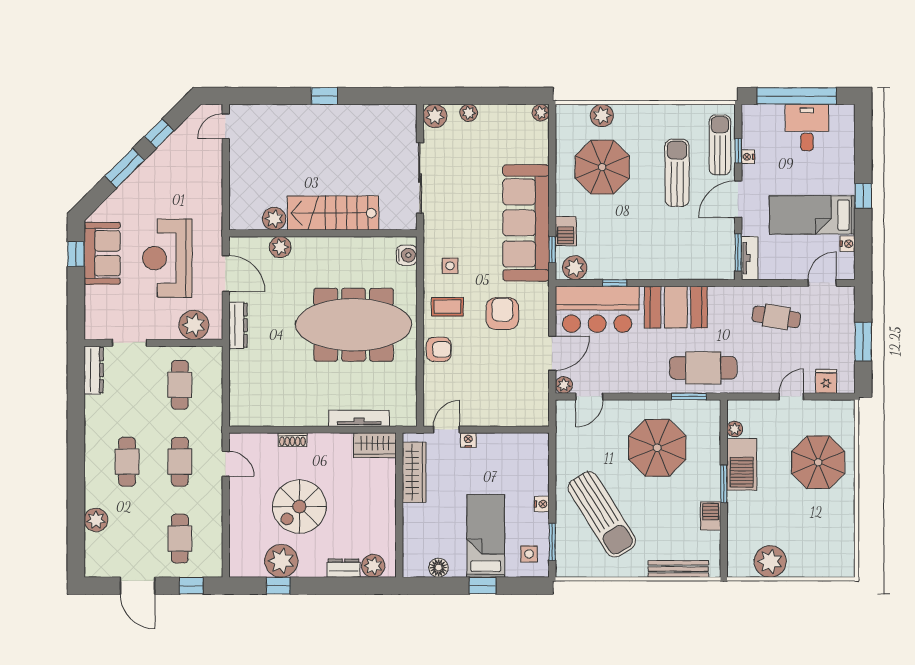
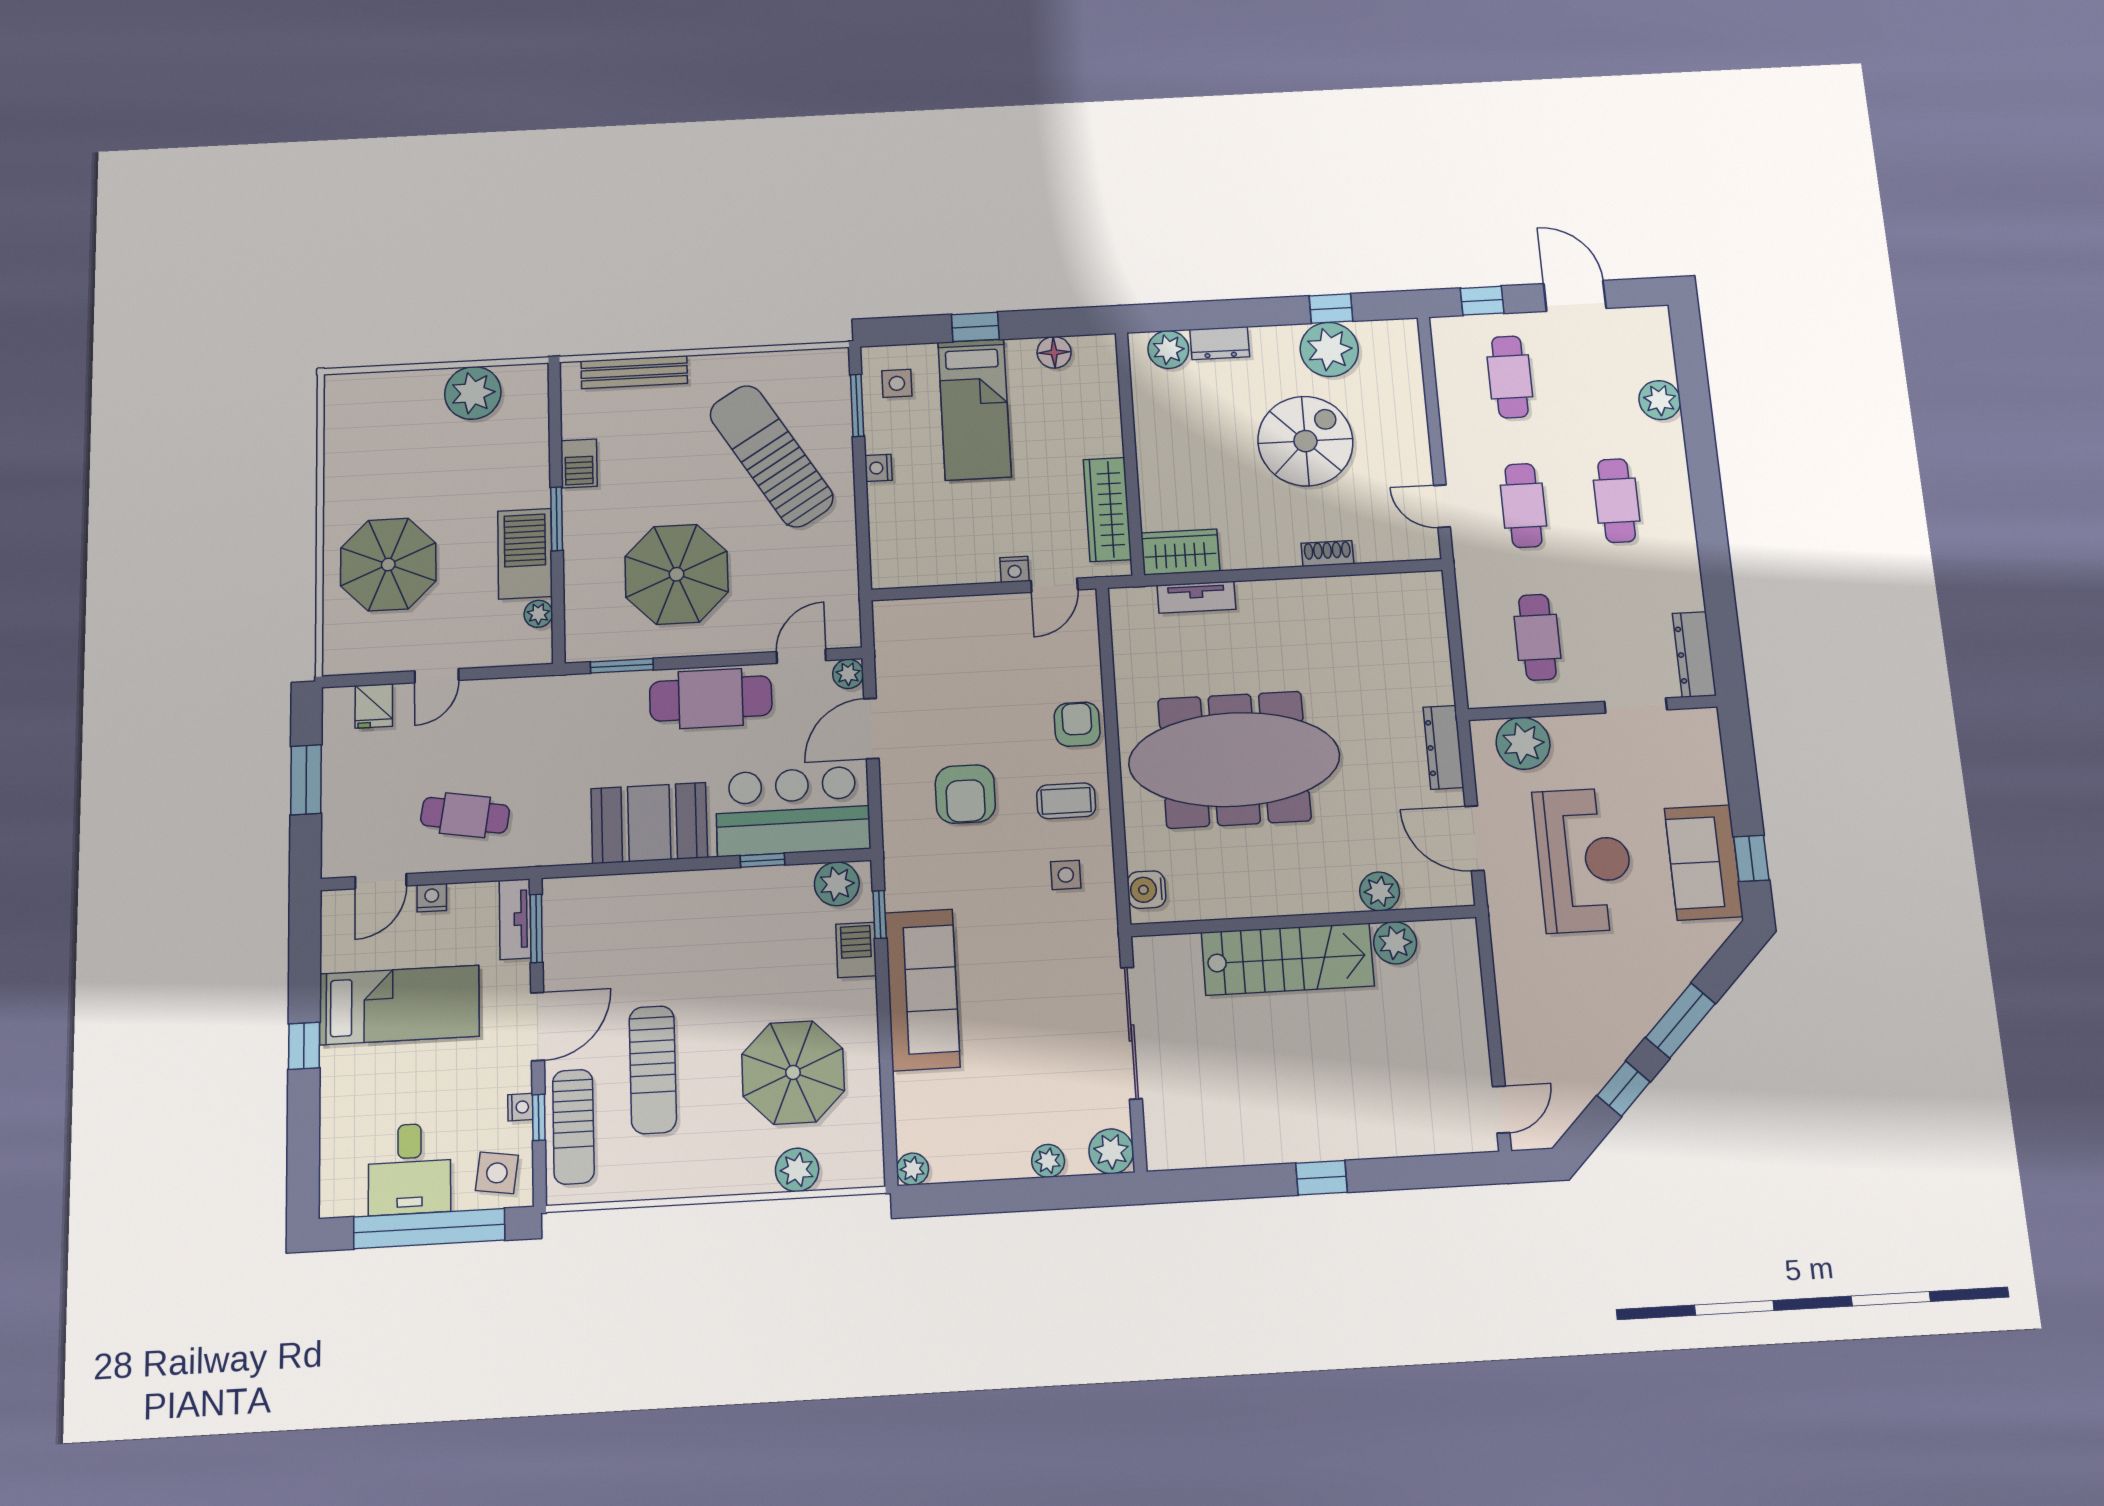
side table: (761, 123) -> (497, 1173), added
sofa: (526, 223) -> (922, 990), width x0.74, depth x0.79
nightstand: (847, 244) -> (432, 898), moved, turned 90
armchair: (439, 349) -> (1077, 724), turned 90
cafe table: (703, 368) -> (711, 698), moved
tv unit: (359, 418) -> (1196, 597), width x0.71

